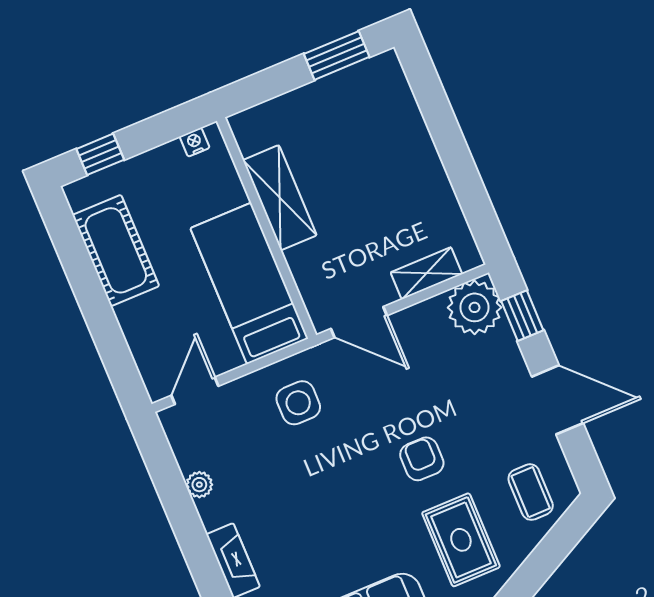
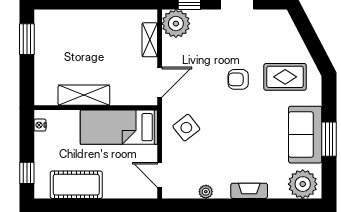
side table: (298, 403) -> (186, 128), turned -38
coffee table: (531, 492) -> (276, 34), removed

